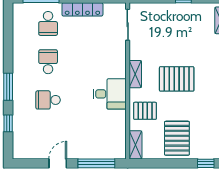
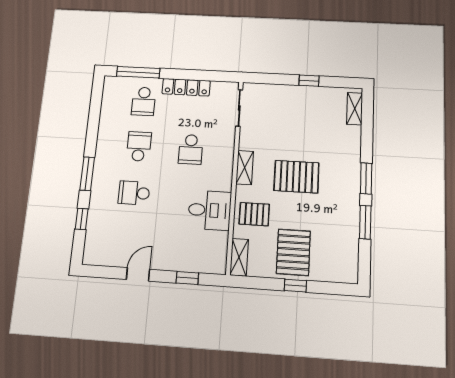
school desk: (91, 62) -> (191, 149), added
desk: (110, 94) -> (210, 210), moved
window: (96, 163) -> (187, 278), width x0.46
window: (206, 163) -> (295, 286), moved

